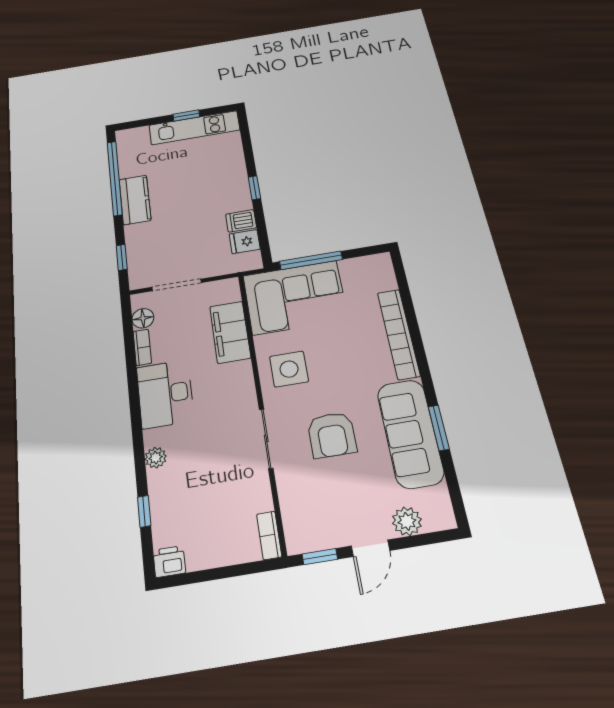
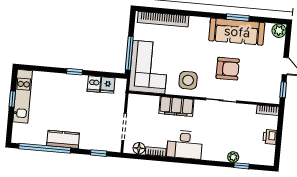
filing cabinet: (230, 332) -> (176, 106), moved
bookcase: (399, 334) -> (163, 19), moved
plant: (156, 458) -> (233, 157), moved
plant: (407, 521) -> (279, 31), moved
printer: (169, 562) -> (270, 137), moved

